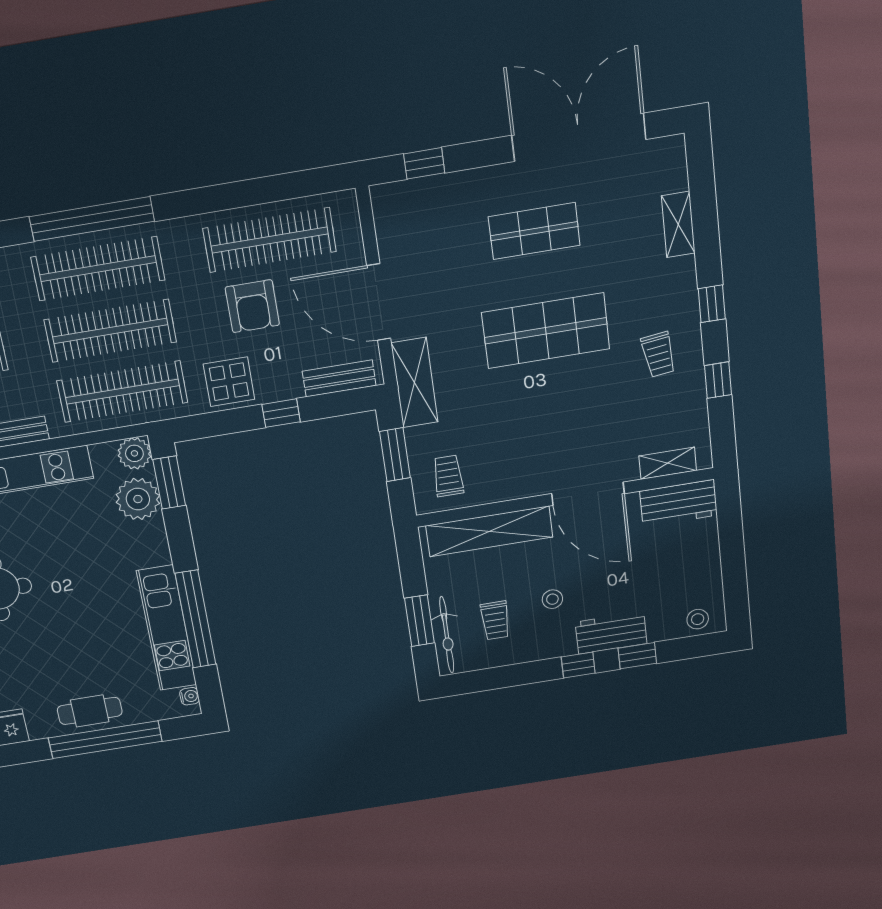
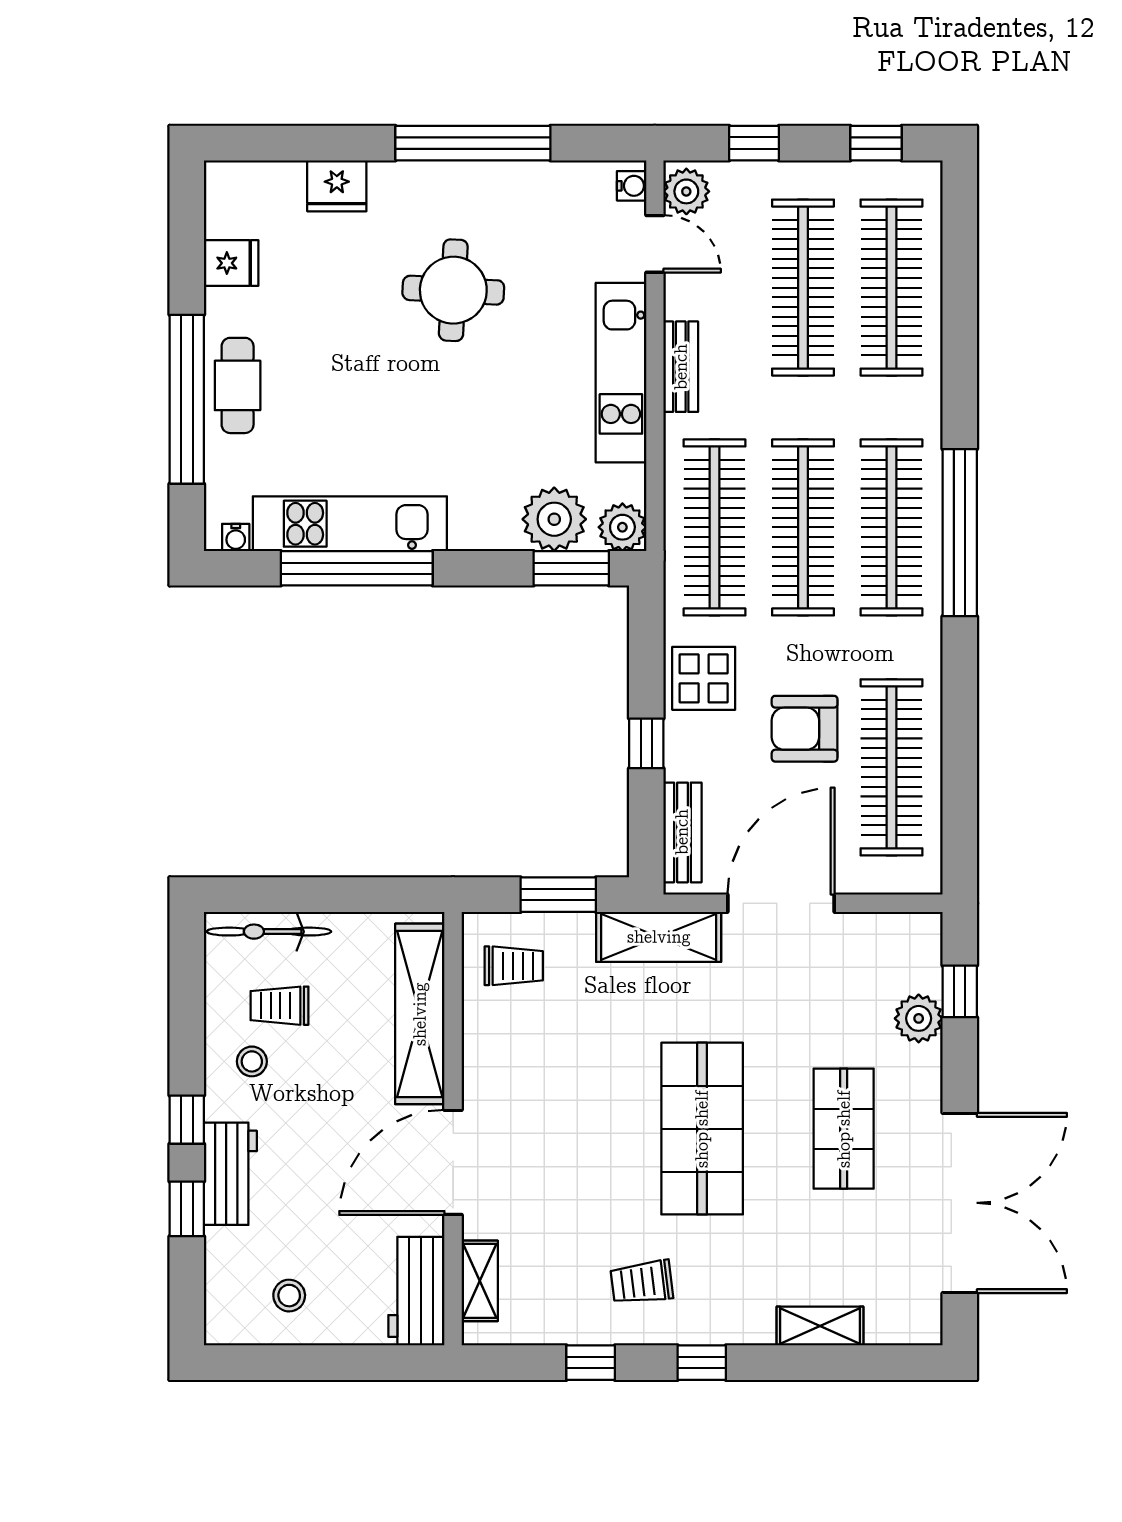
plant: (448, 190) -> (919, 1018), added
stool: (552, 599) -> (252, 1061), moved
stool: (698, 619) -> (289, 1296), moved
window: (419, 621) -> (298, 895), removed

